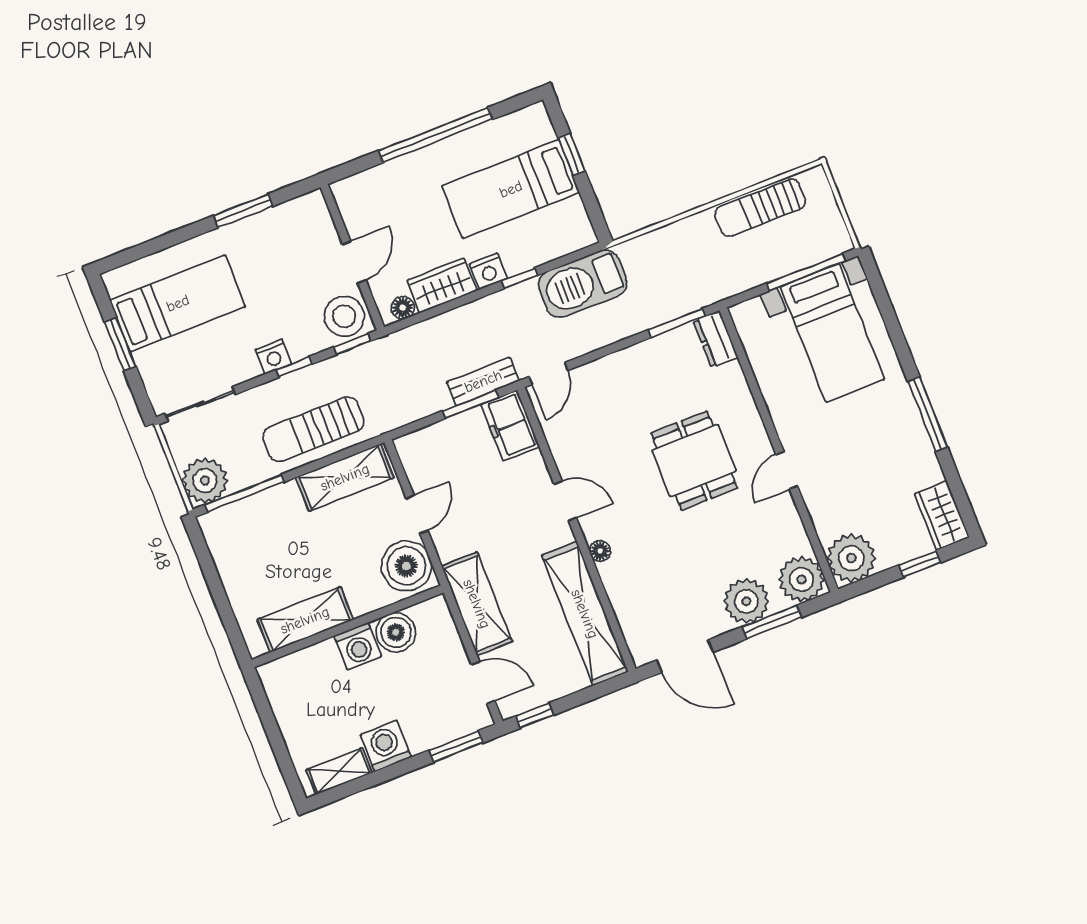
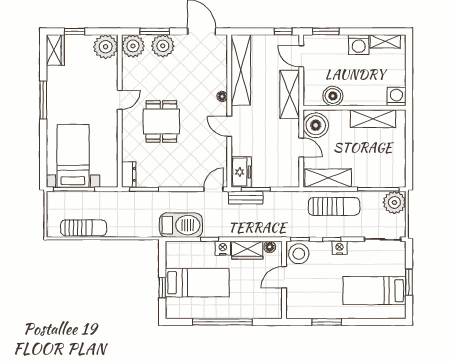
door: (417, 514) -> (301, 147), swing flipped
washing machine: (358, 646) -> (397, 97), moved

